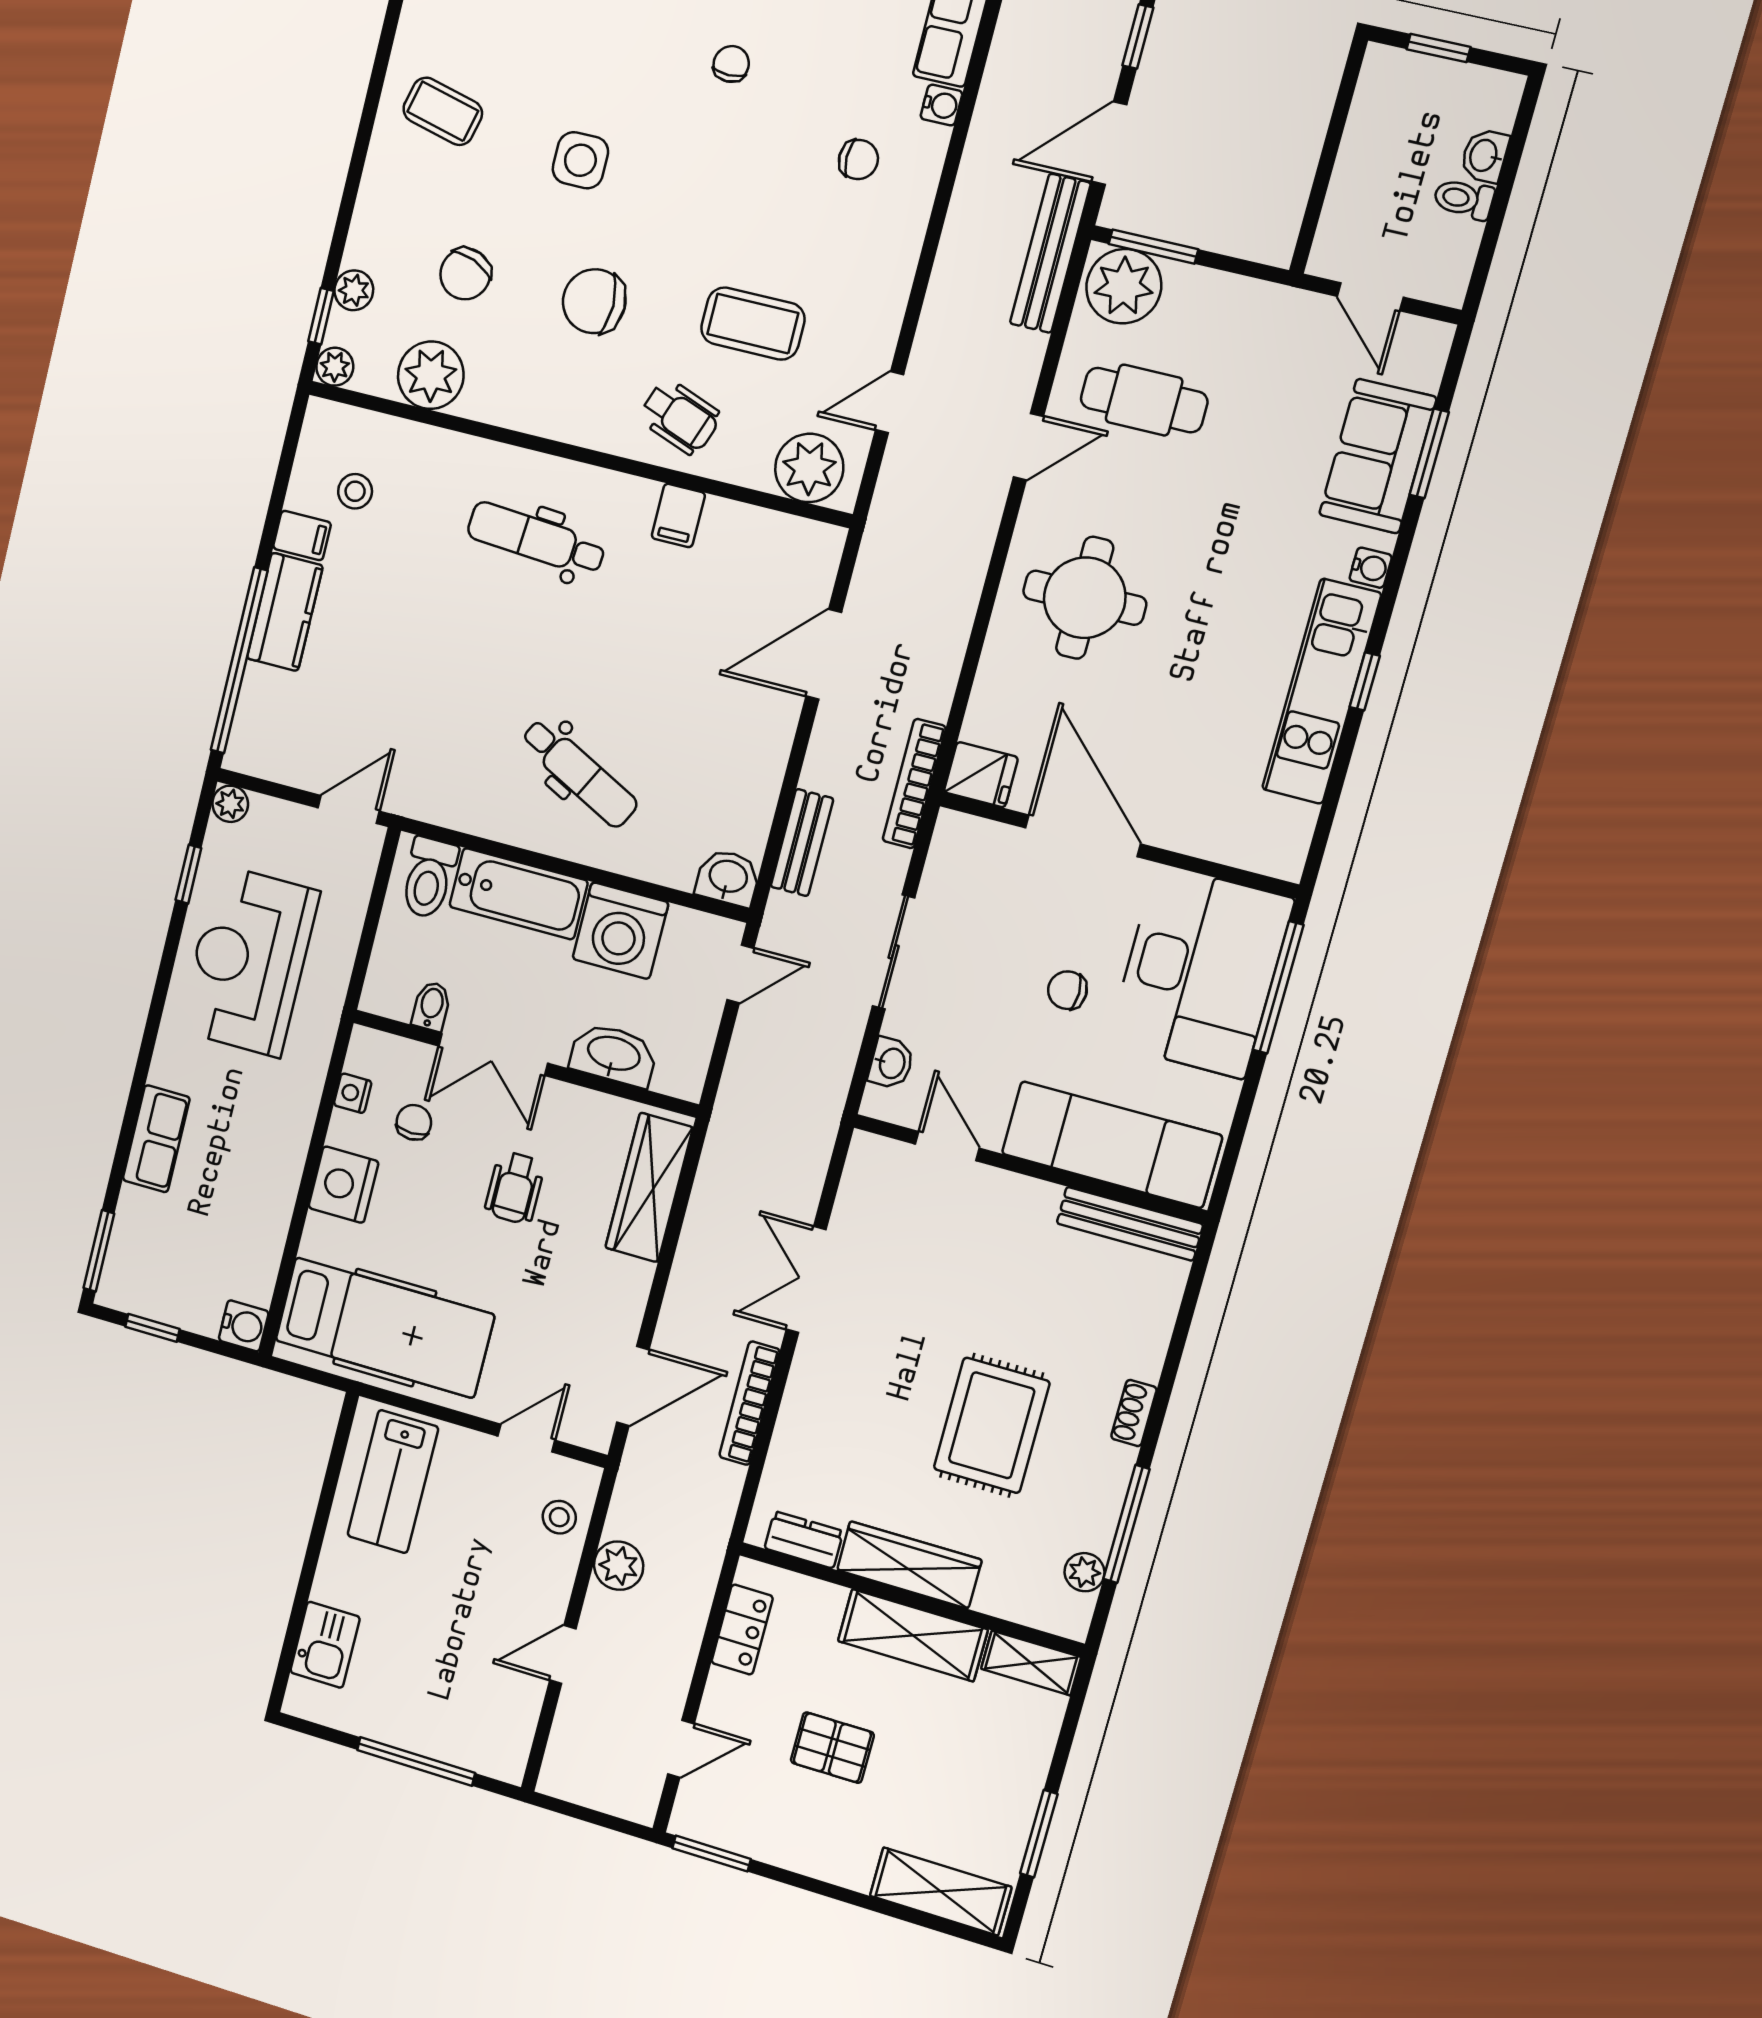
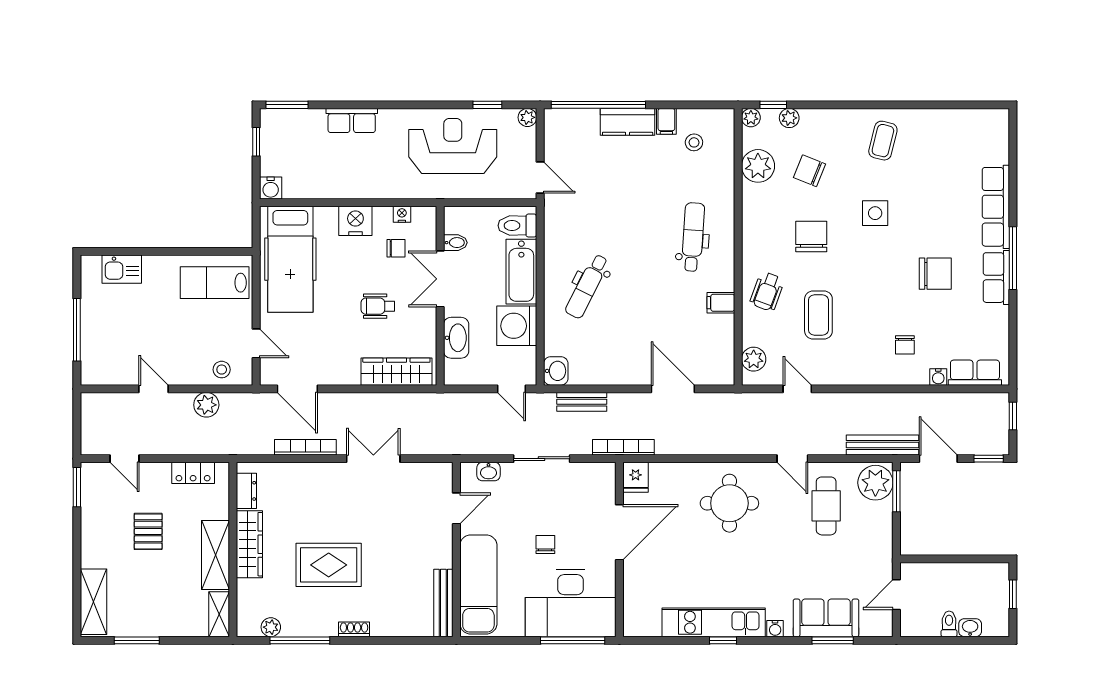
chair: (731, 64) -> (935, 274), width x1.87, depth x1.87
plant: (809, 468) -> (754, 359), width x0.73, depth x0.73

